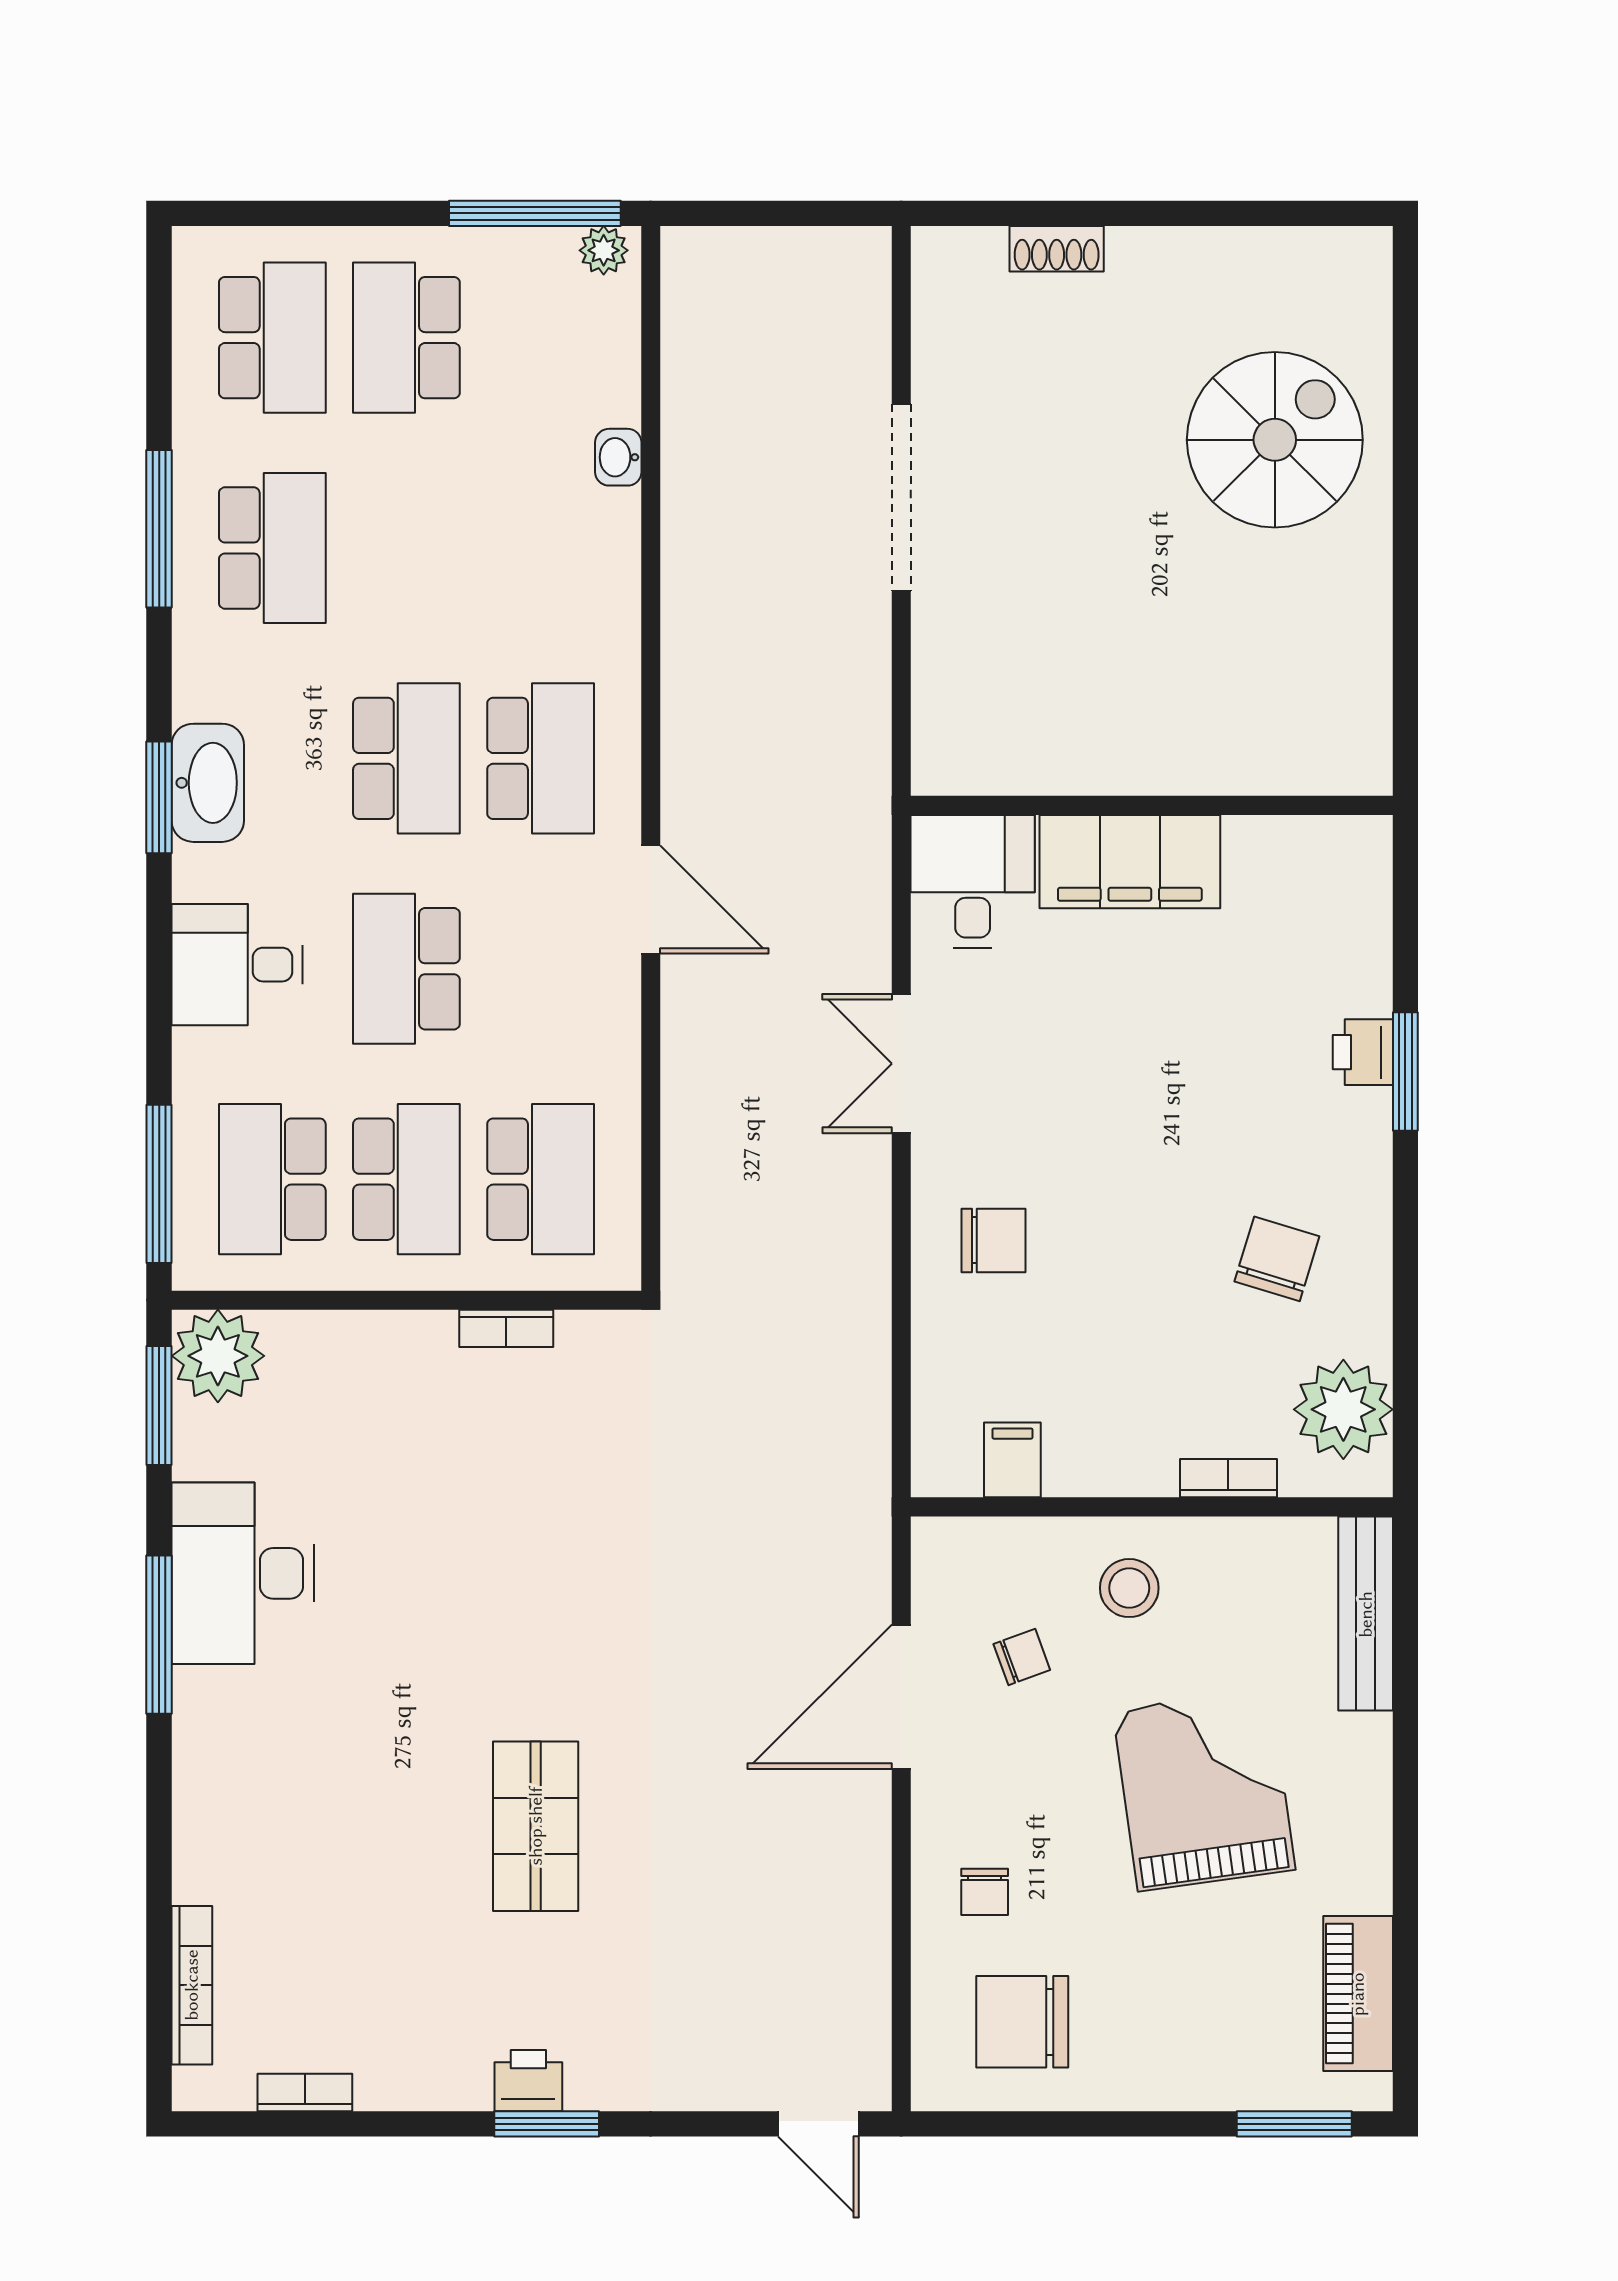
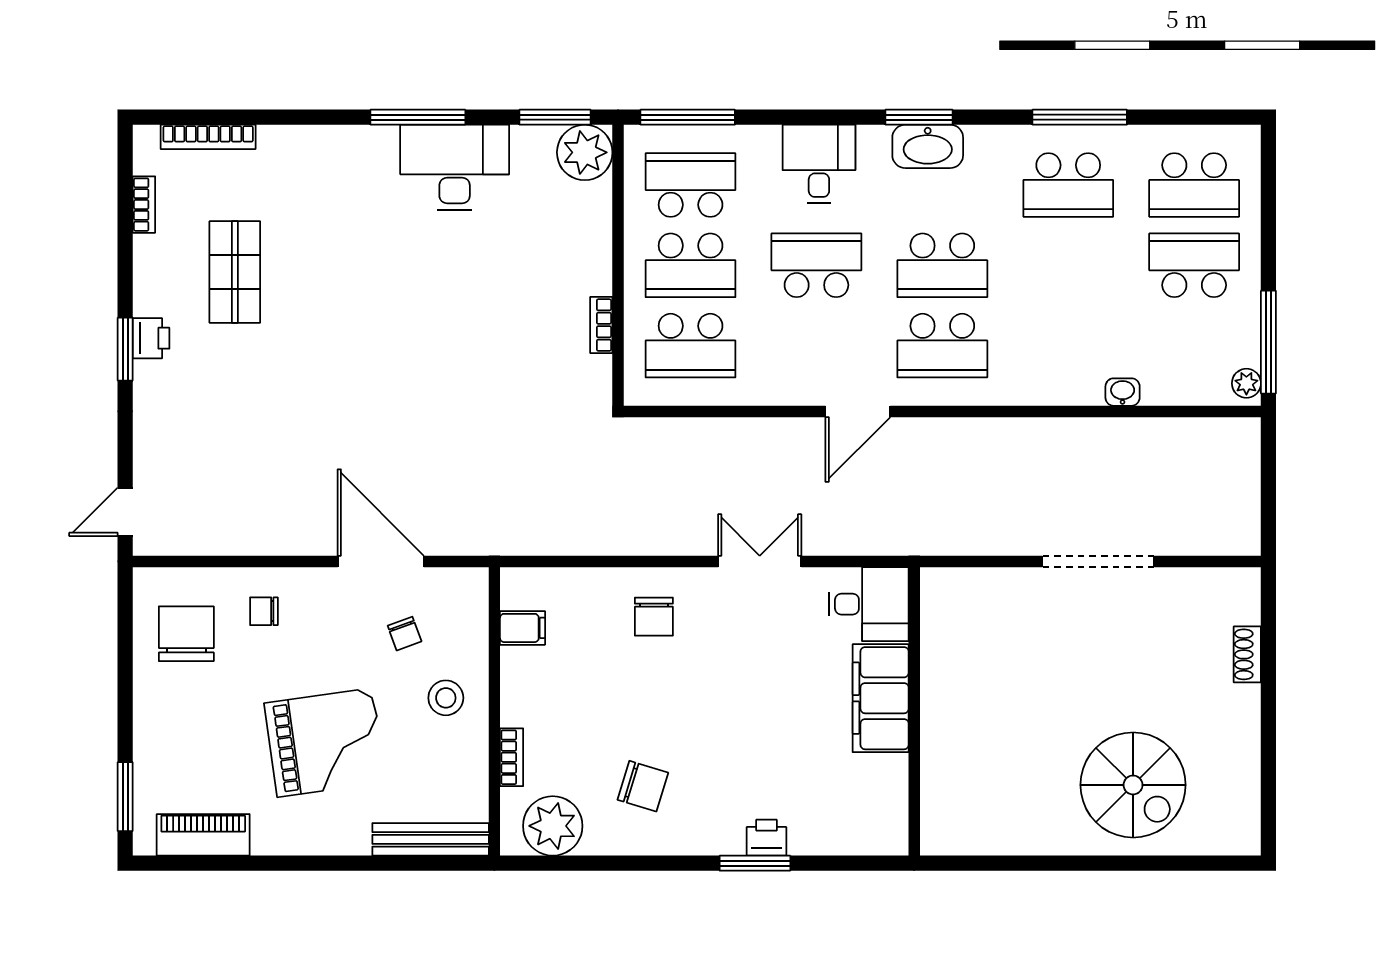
shop shelf: (536, 1826) -> (235, 272), moved, turned 90

